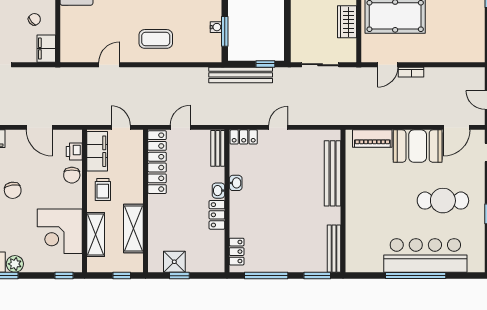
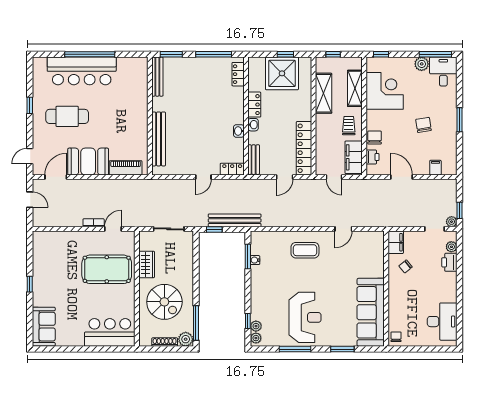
shower: (174, 262) -> (282, 73), width x1.86, depth x1.86

